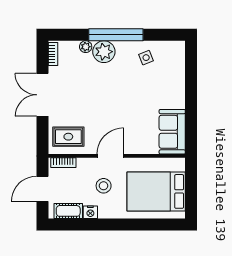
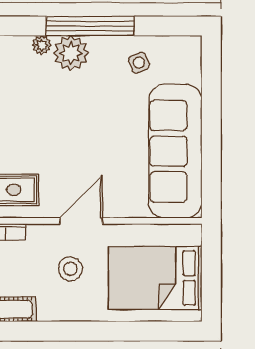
sofa: (172, 132) -> (175, 151), width x1.85, depth x1.27
nightstand: (90, 212) -> (49, 311), removed

